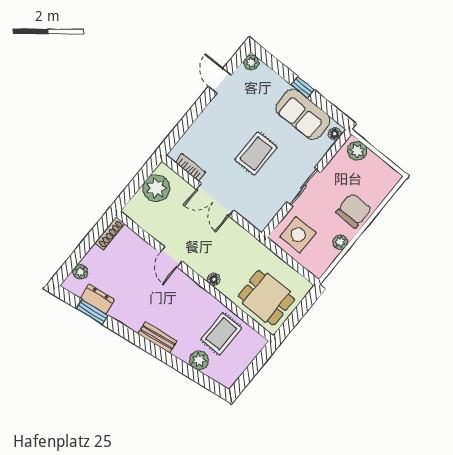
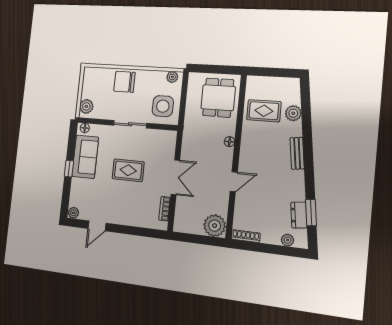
plant: (156, 188) -> (215, 226), moved
plant: (340, 242) -> (172, 77), moved

